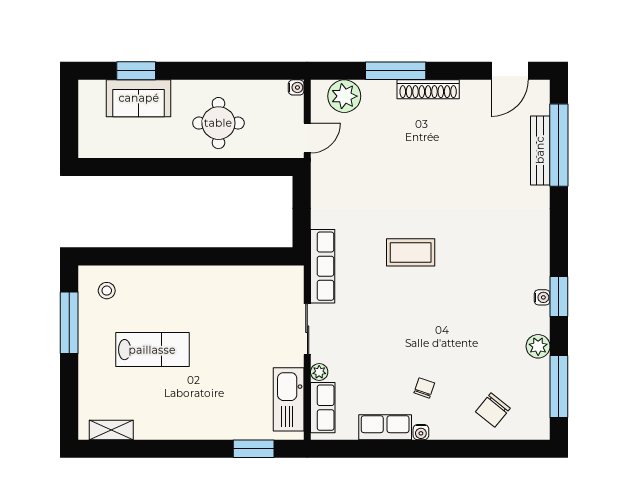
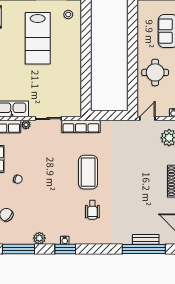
door: (307, 138) -> (147, 119), swing flipped
bench: (540, 150) -> (146, 239), width x0.73
wheelchair: (484, 244) -> (92, 210), added
coffee table: (411, 252) -> (88, 172), width x1.36, depth x1.32
lab bench: (152, 350) -> (38, 38), width x1.36, depth x1.39

